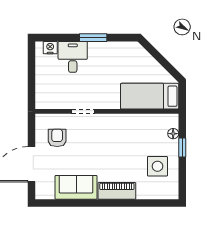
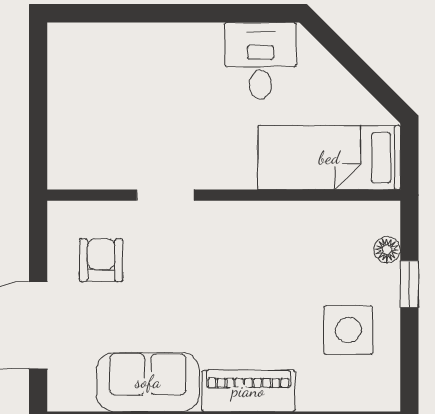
window: (93, 38) -> (190, 13), removed
nightstand: (50, 48) -> (84, 38), removed
desk: (73, 57) -> (260, 61), moved

